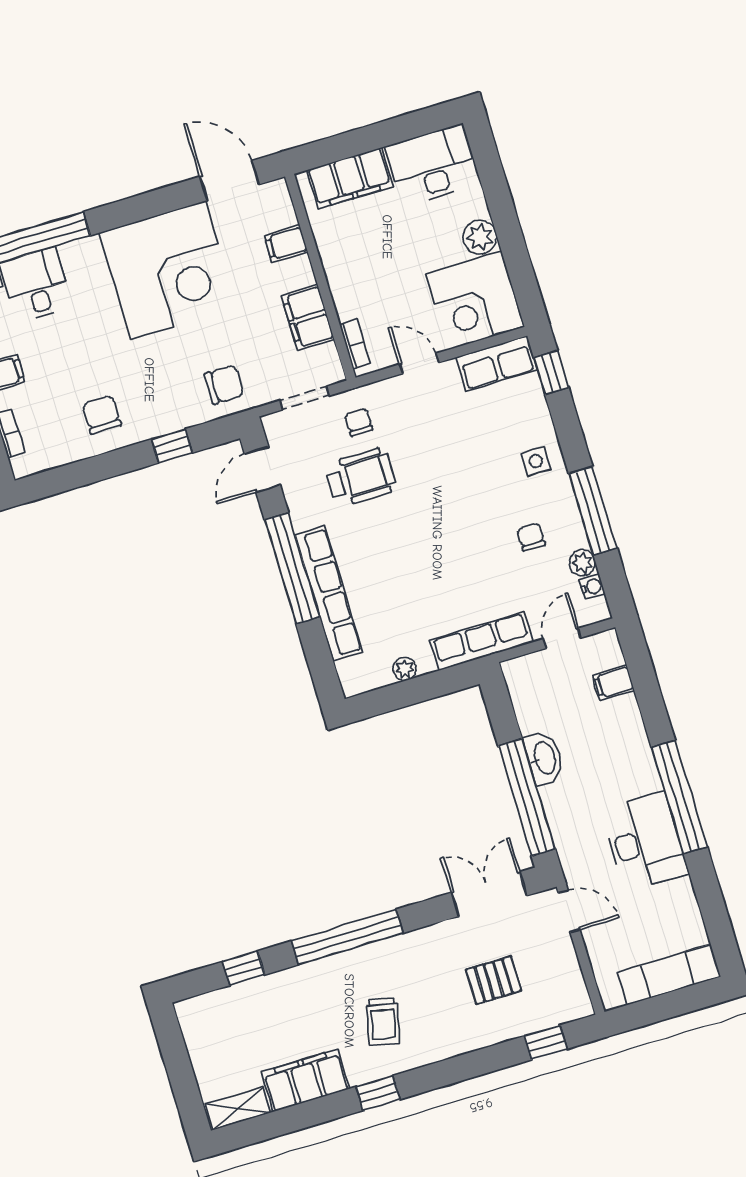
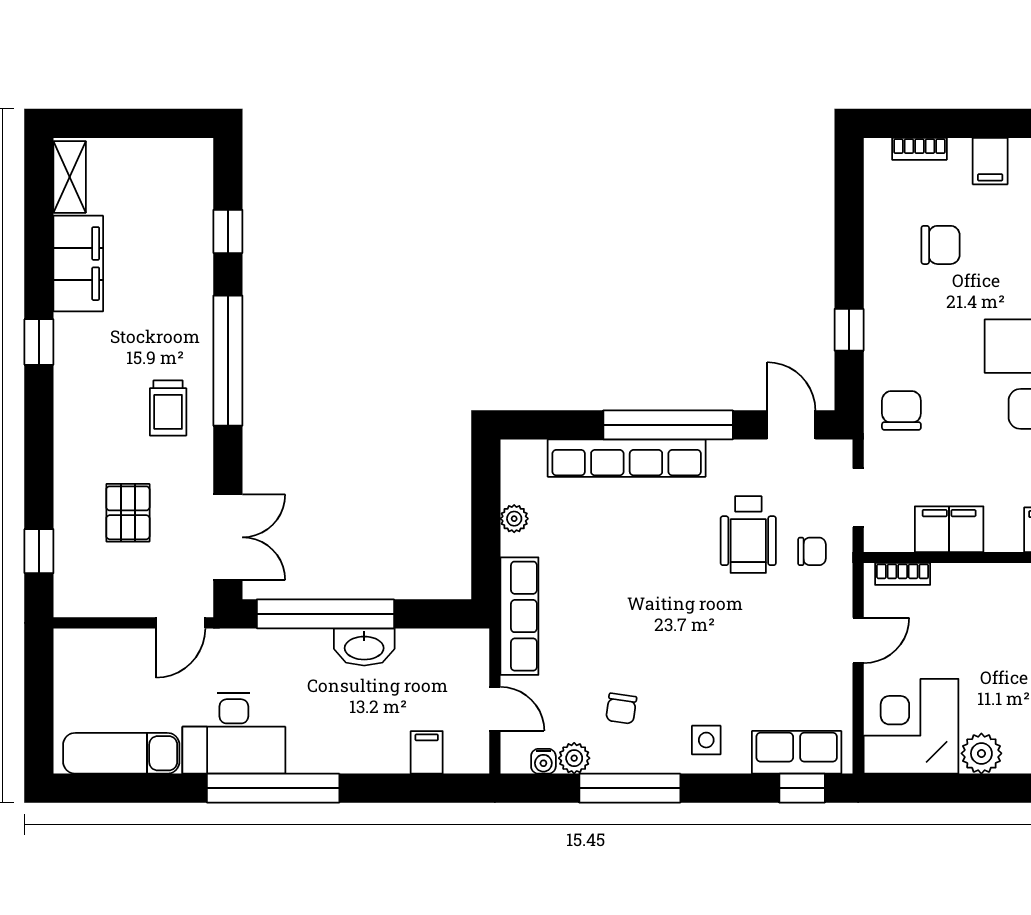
row of seats: (497, 364) -> (797, 752), moved, turned 90
chair: (224, 384) -> (901, 410), turned 180
chair: (102, 415) -> (941, 245), moved
chair: (531, 537) -> (621, 709), turned 98
exam couch: (669, 975) -> (121, 753), moved, turned -90
trolley: (383, 1021) -> (168, 408), moved, turned -103

